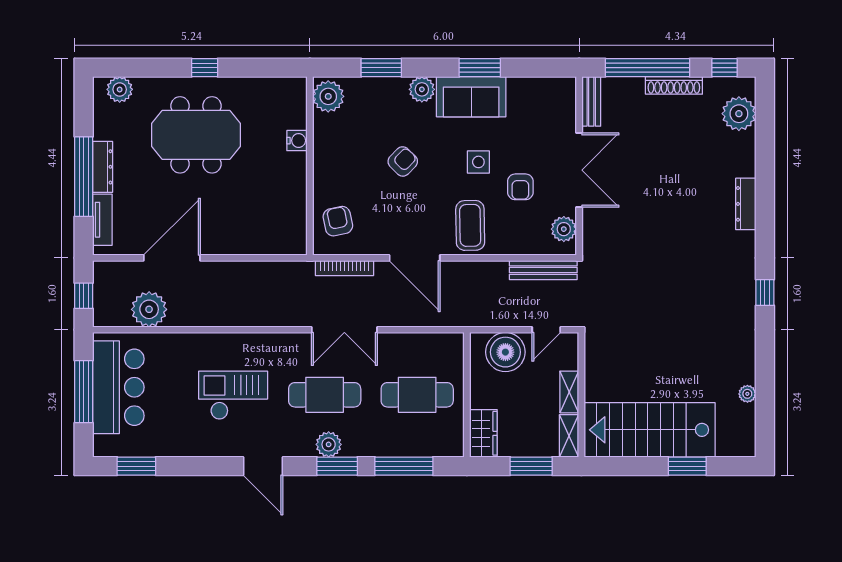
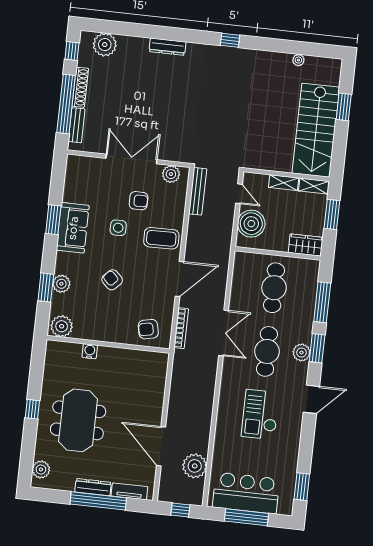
plant: (422, 89) -> (61, 284), moved
bench: (591, 101) -> (77, 125), moved, turned 90

